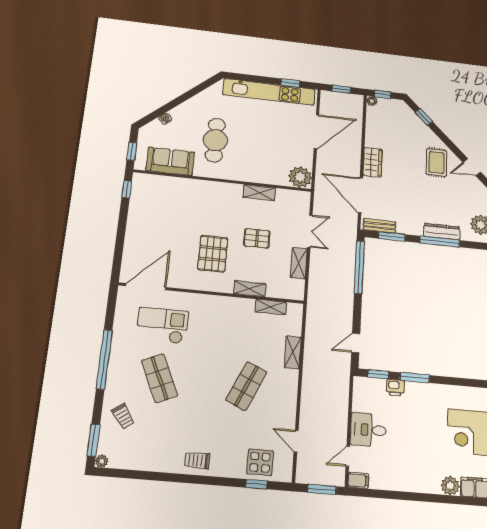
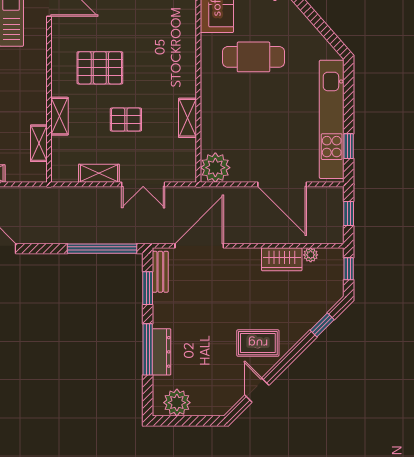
plant: (372, 101) -> (311, 255), moved
wardrobe: (373, 162) -> (282, 259), moved
pallet: (257, 238) -> (126, 120), turned 90

